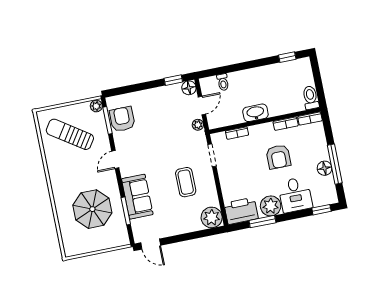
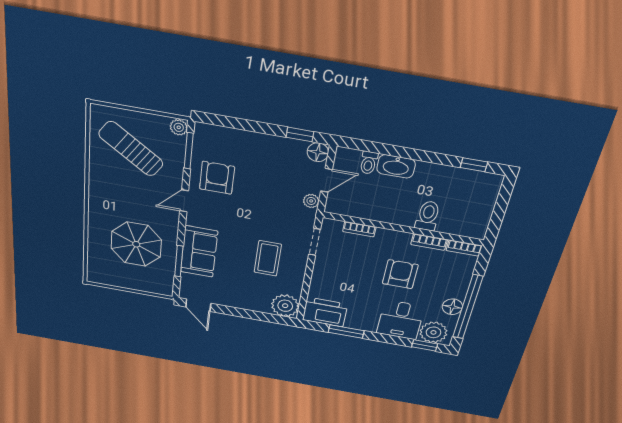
toilet: (311, 98) -> (428, 216), moved
washbasin: (255, 113) -> (396, 166), moved, turned 180
armchair: (122, 119) -> (217, 178), moved
armchair: (278, 157) -> (400, 274), turned 180
window: (335, 164) -> (468, 307), width x1.46
plant: (271, 206) -> (433, 332), moved

